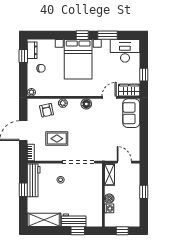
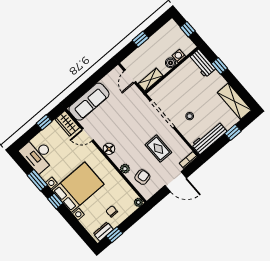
sofa: (131, 113) -> (89, 102), width x1.36
window: (23, 190) -> (233, 132), moved
workbench: (74, 220) -> (202, 63), moved

